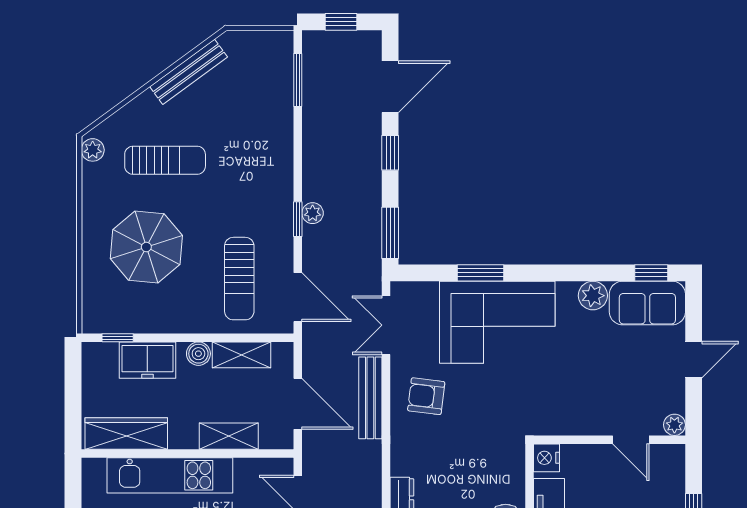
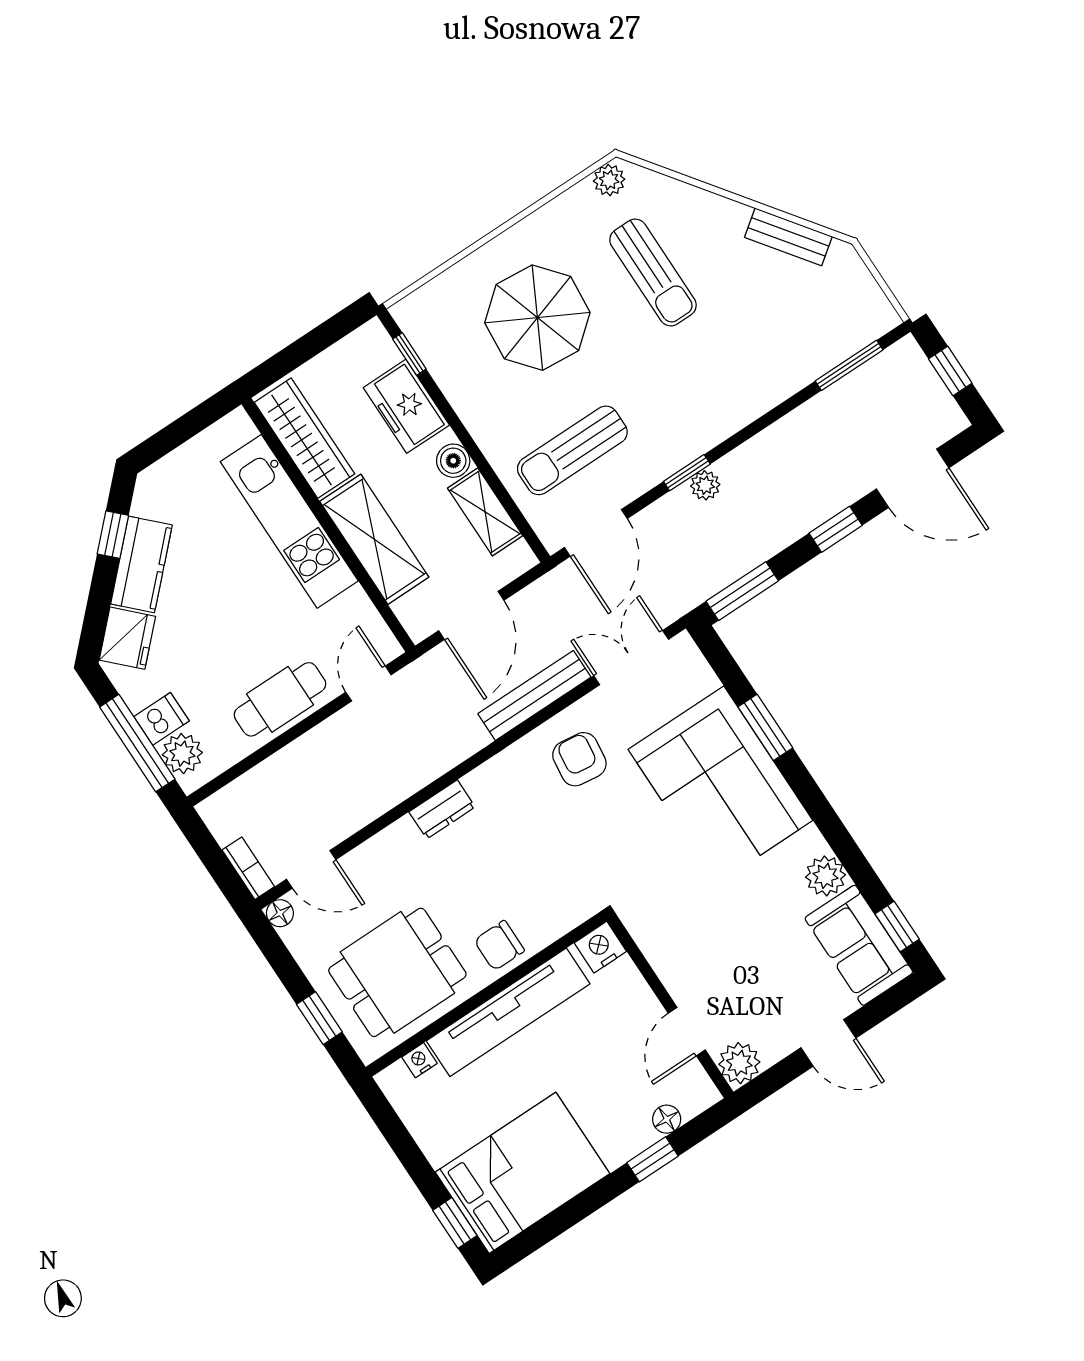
bench: (189, 72) -> (788, 237), width x0.73
plant: (674, 425) -> (739, 1063), width x1.38, depth x1.38
shelving: (229, 436) -> (374, 539), width x1.50, depth x1.33
floor lamp: (675, 486) -> (667, 1119), added

